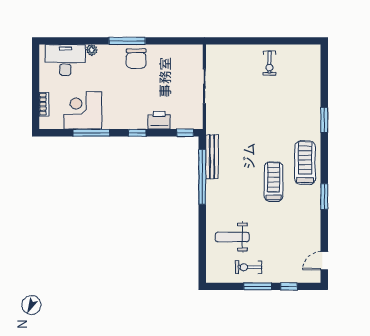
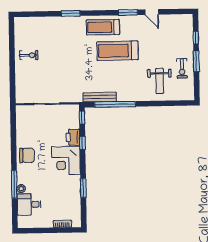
window: (127, 41) -> (14, 184), moved
desk: (65, 60) -> (29, 204), width x0.73
corner desk: (83, 110) -> (66, 161), moved
window: (91, 133) -> (83, 188), width x0.69
window: (137, 133) -> (82, 143), moved
treadmill: (274, 182) -> (117, 51), width x1.37, depth x1.38
door: (324, 261) -> (152, 12), moved

